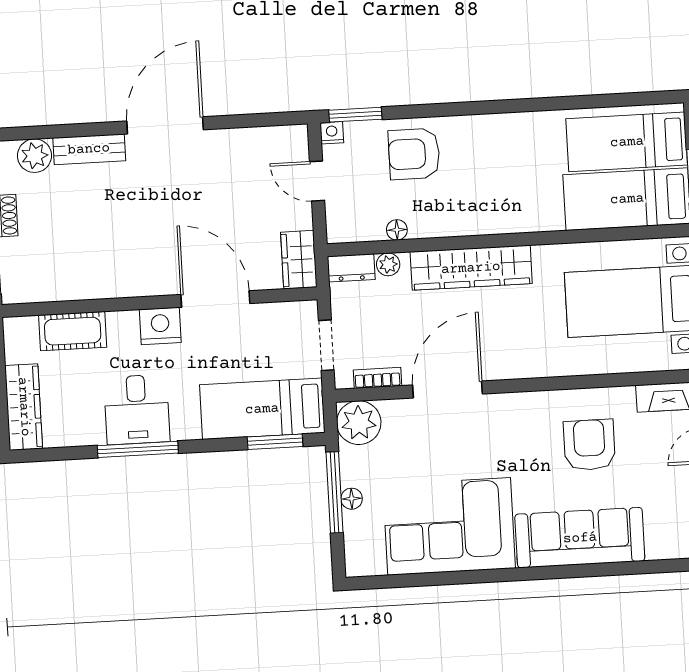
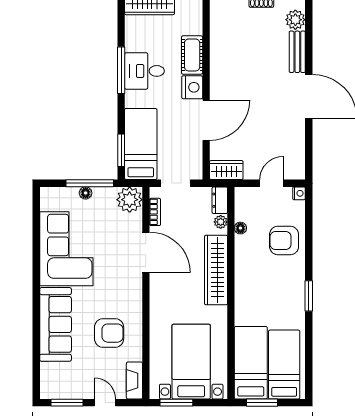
window: (355, 115) -> (309, 296), moved
armchair: (414, 154) -> (284, 240), turned -90
cot: (73, 331) -> (192, 55), moved

